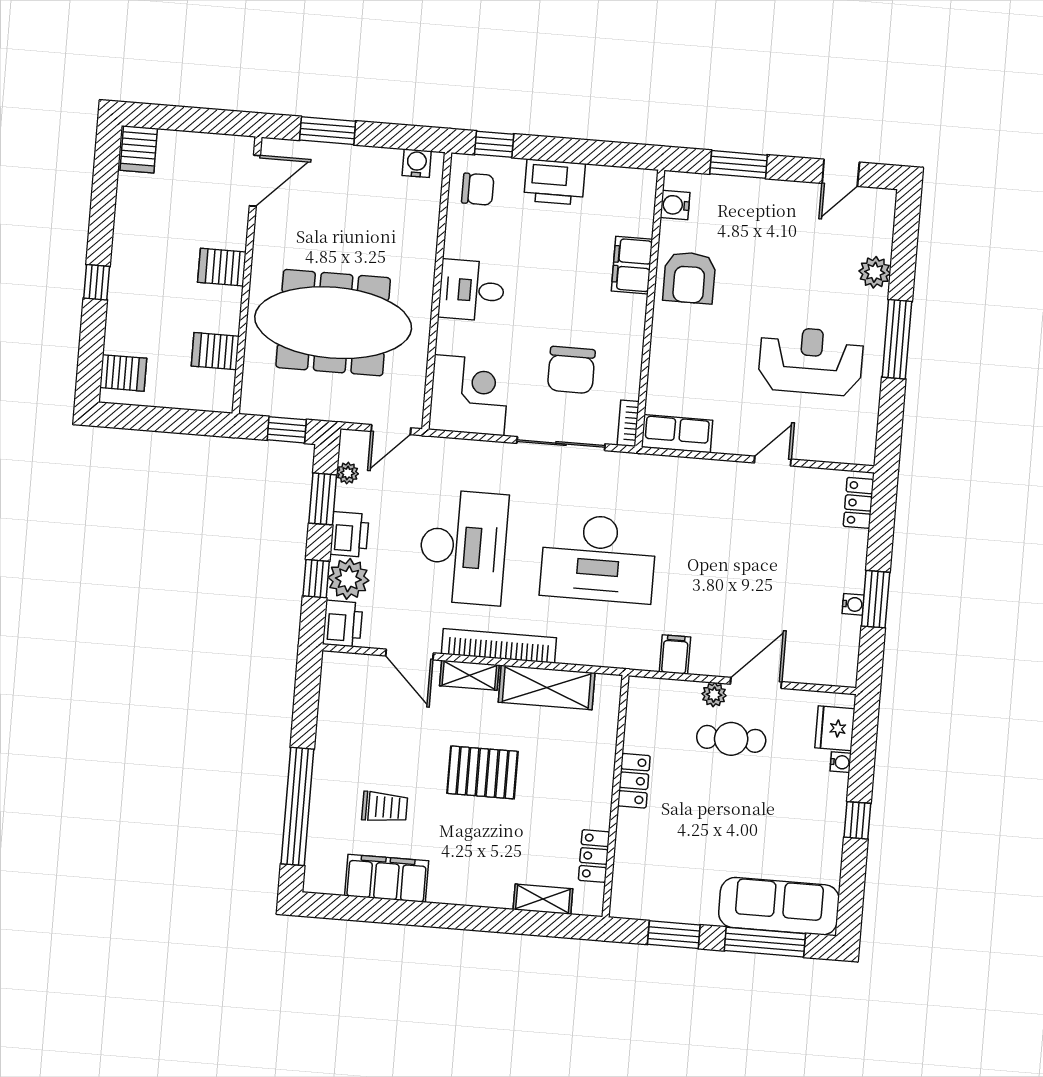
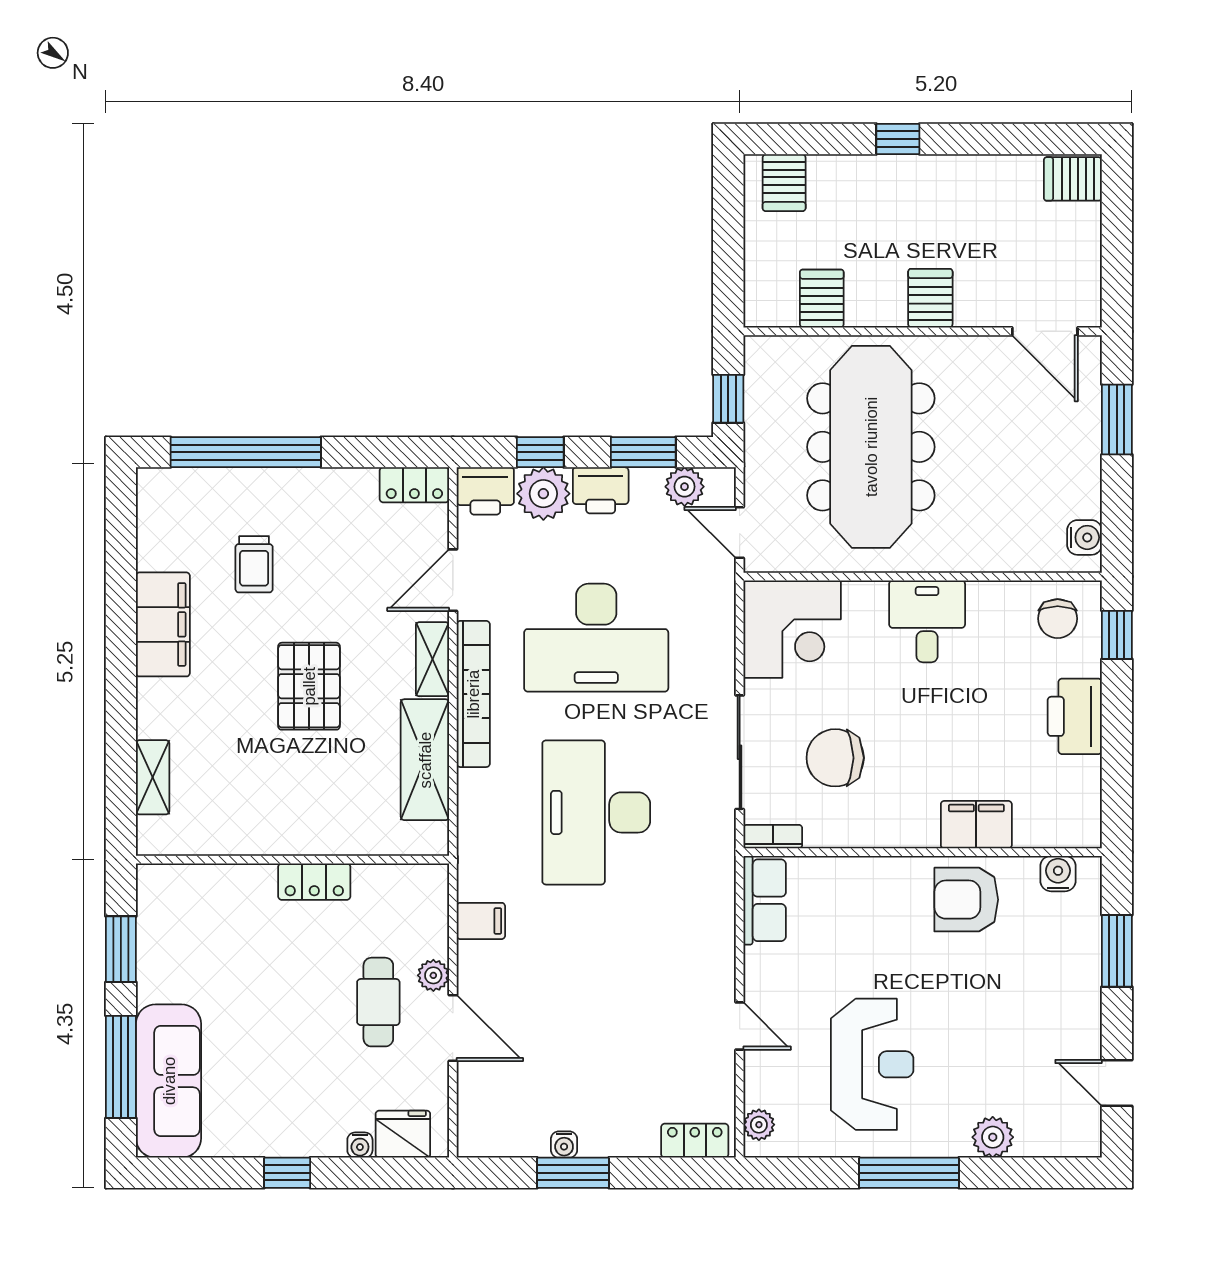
plant: (850, 452) -> (759, 1125), added
plant: (348, 473) -> (685, 487), width x1.38, depth x1.38
locker: (594, 856) -> (414, 485), moved, turned 180
filing cabinet: (387, 878) -> (163, 624), moved

